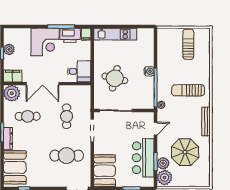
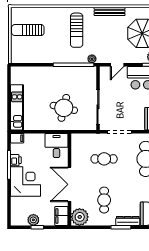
printer: (70, 35) -> (16, 160), width x0.53, depth x0.68
water cooler: (149, 71) -> (56, 71), removed
double door: (42, 84) -> (69, 184), swing flipped
door: (156, 129) -> (117, 65), swing flipped

